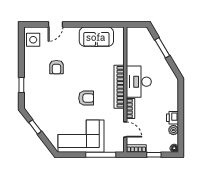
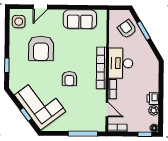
armchair: (145, 46) -> (127, 29), added
armchair: (56, 67) -> (41, 48), width x1.88, depth x1.88
armchair: (86, 98) -> (69, 78), turned 90
window: (35, 127) -> (26, 114), moved
corner sofa: (81, 136) -> (40, 103), moved, turned 53
window: (154, 155) -> (145, 134), moved

